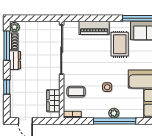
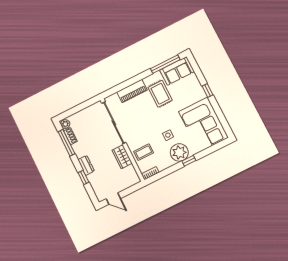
dresser: (15, 60) -> (86, 165), moved
wardrobe: (53, 101) -> (122, 157), moved
plant: (114, 113) -> (179, 152), width x1.88, depth x1.88
window: (115, 121) -> (189, 161), width x0.32

